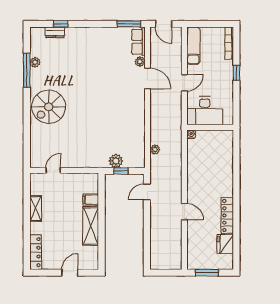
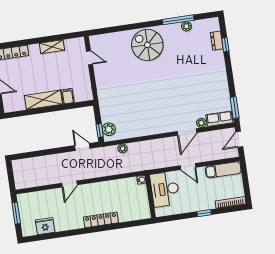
plant: (116, 161) -> (109, 129), moved
window: (121, 171) -> (100, 130), moved
locker: (227, 215) -> (101, 220), moved

